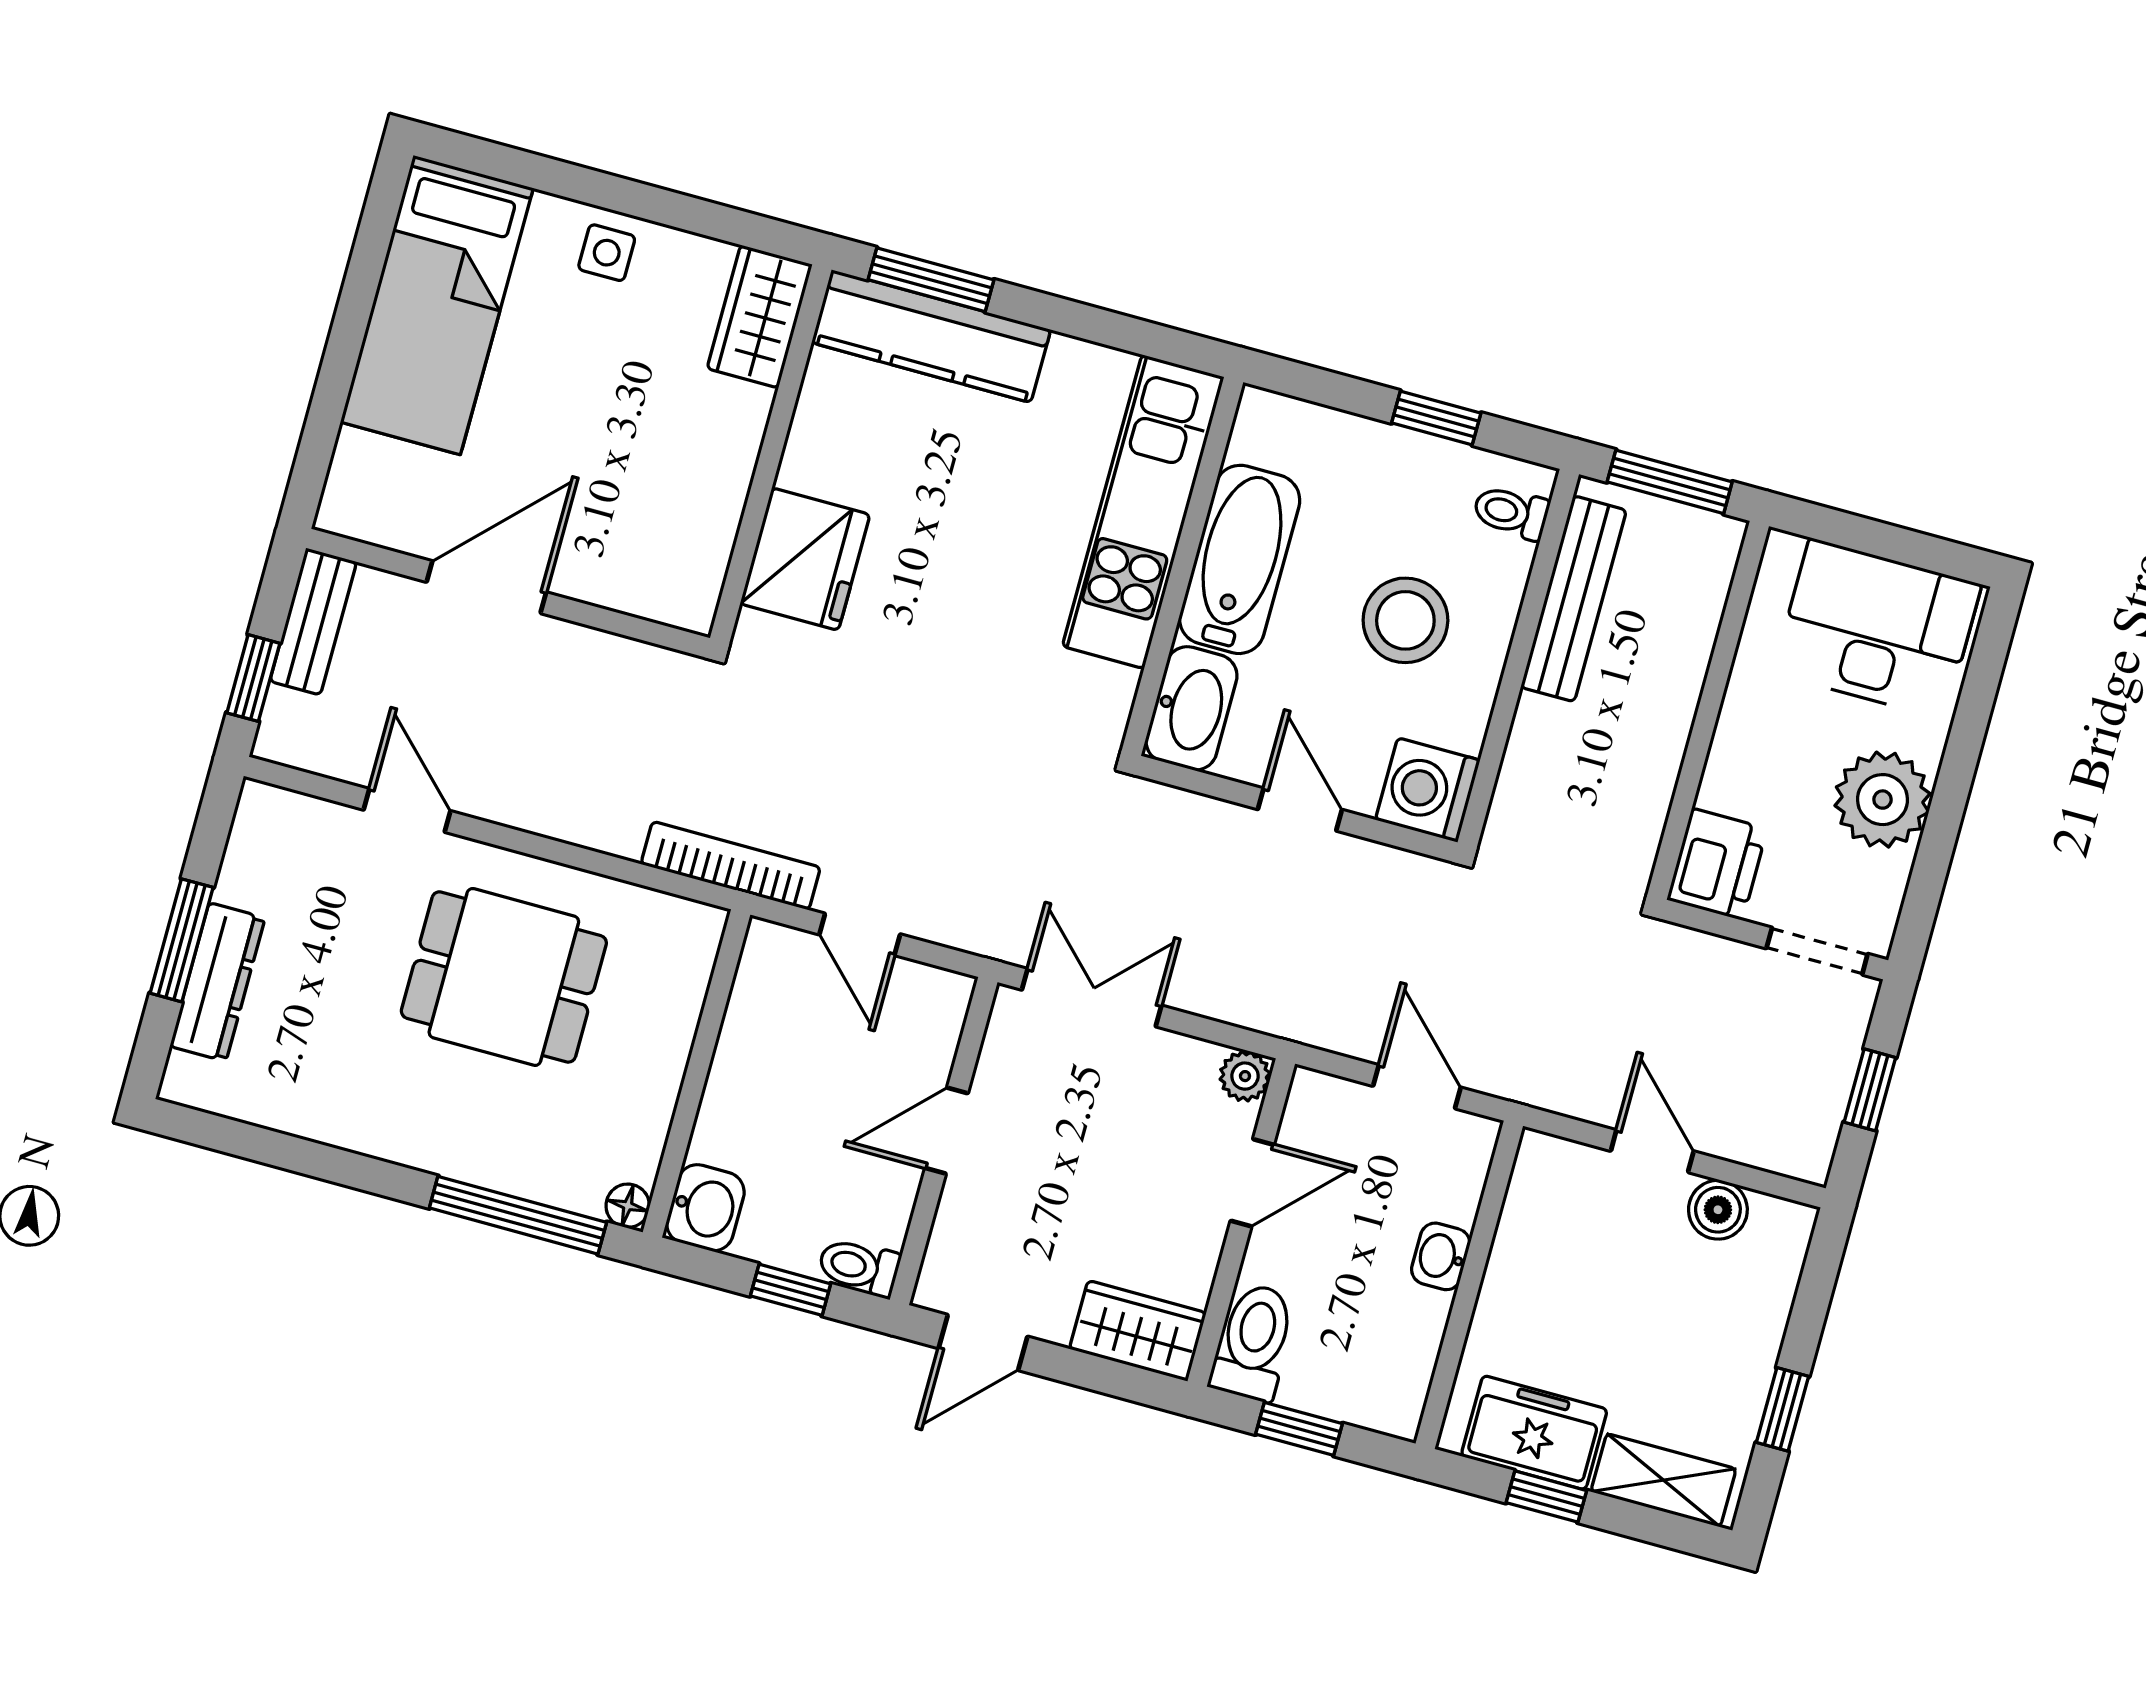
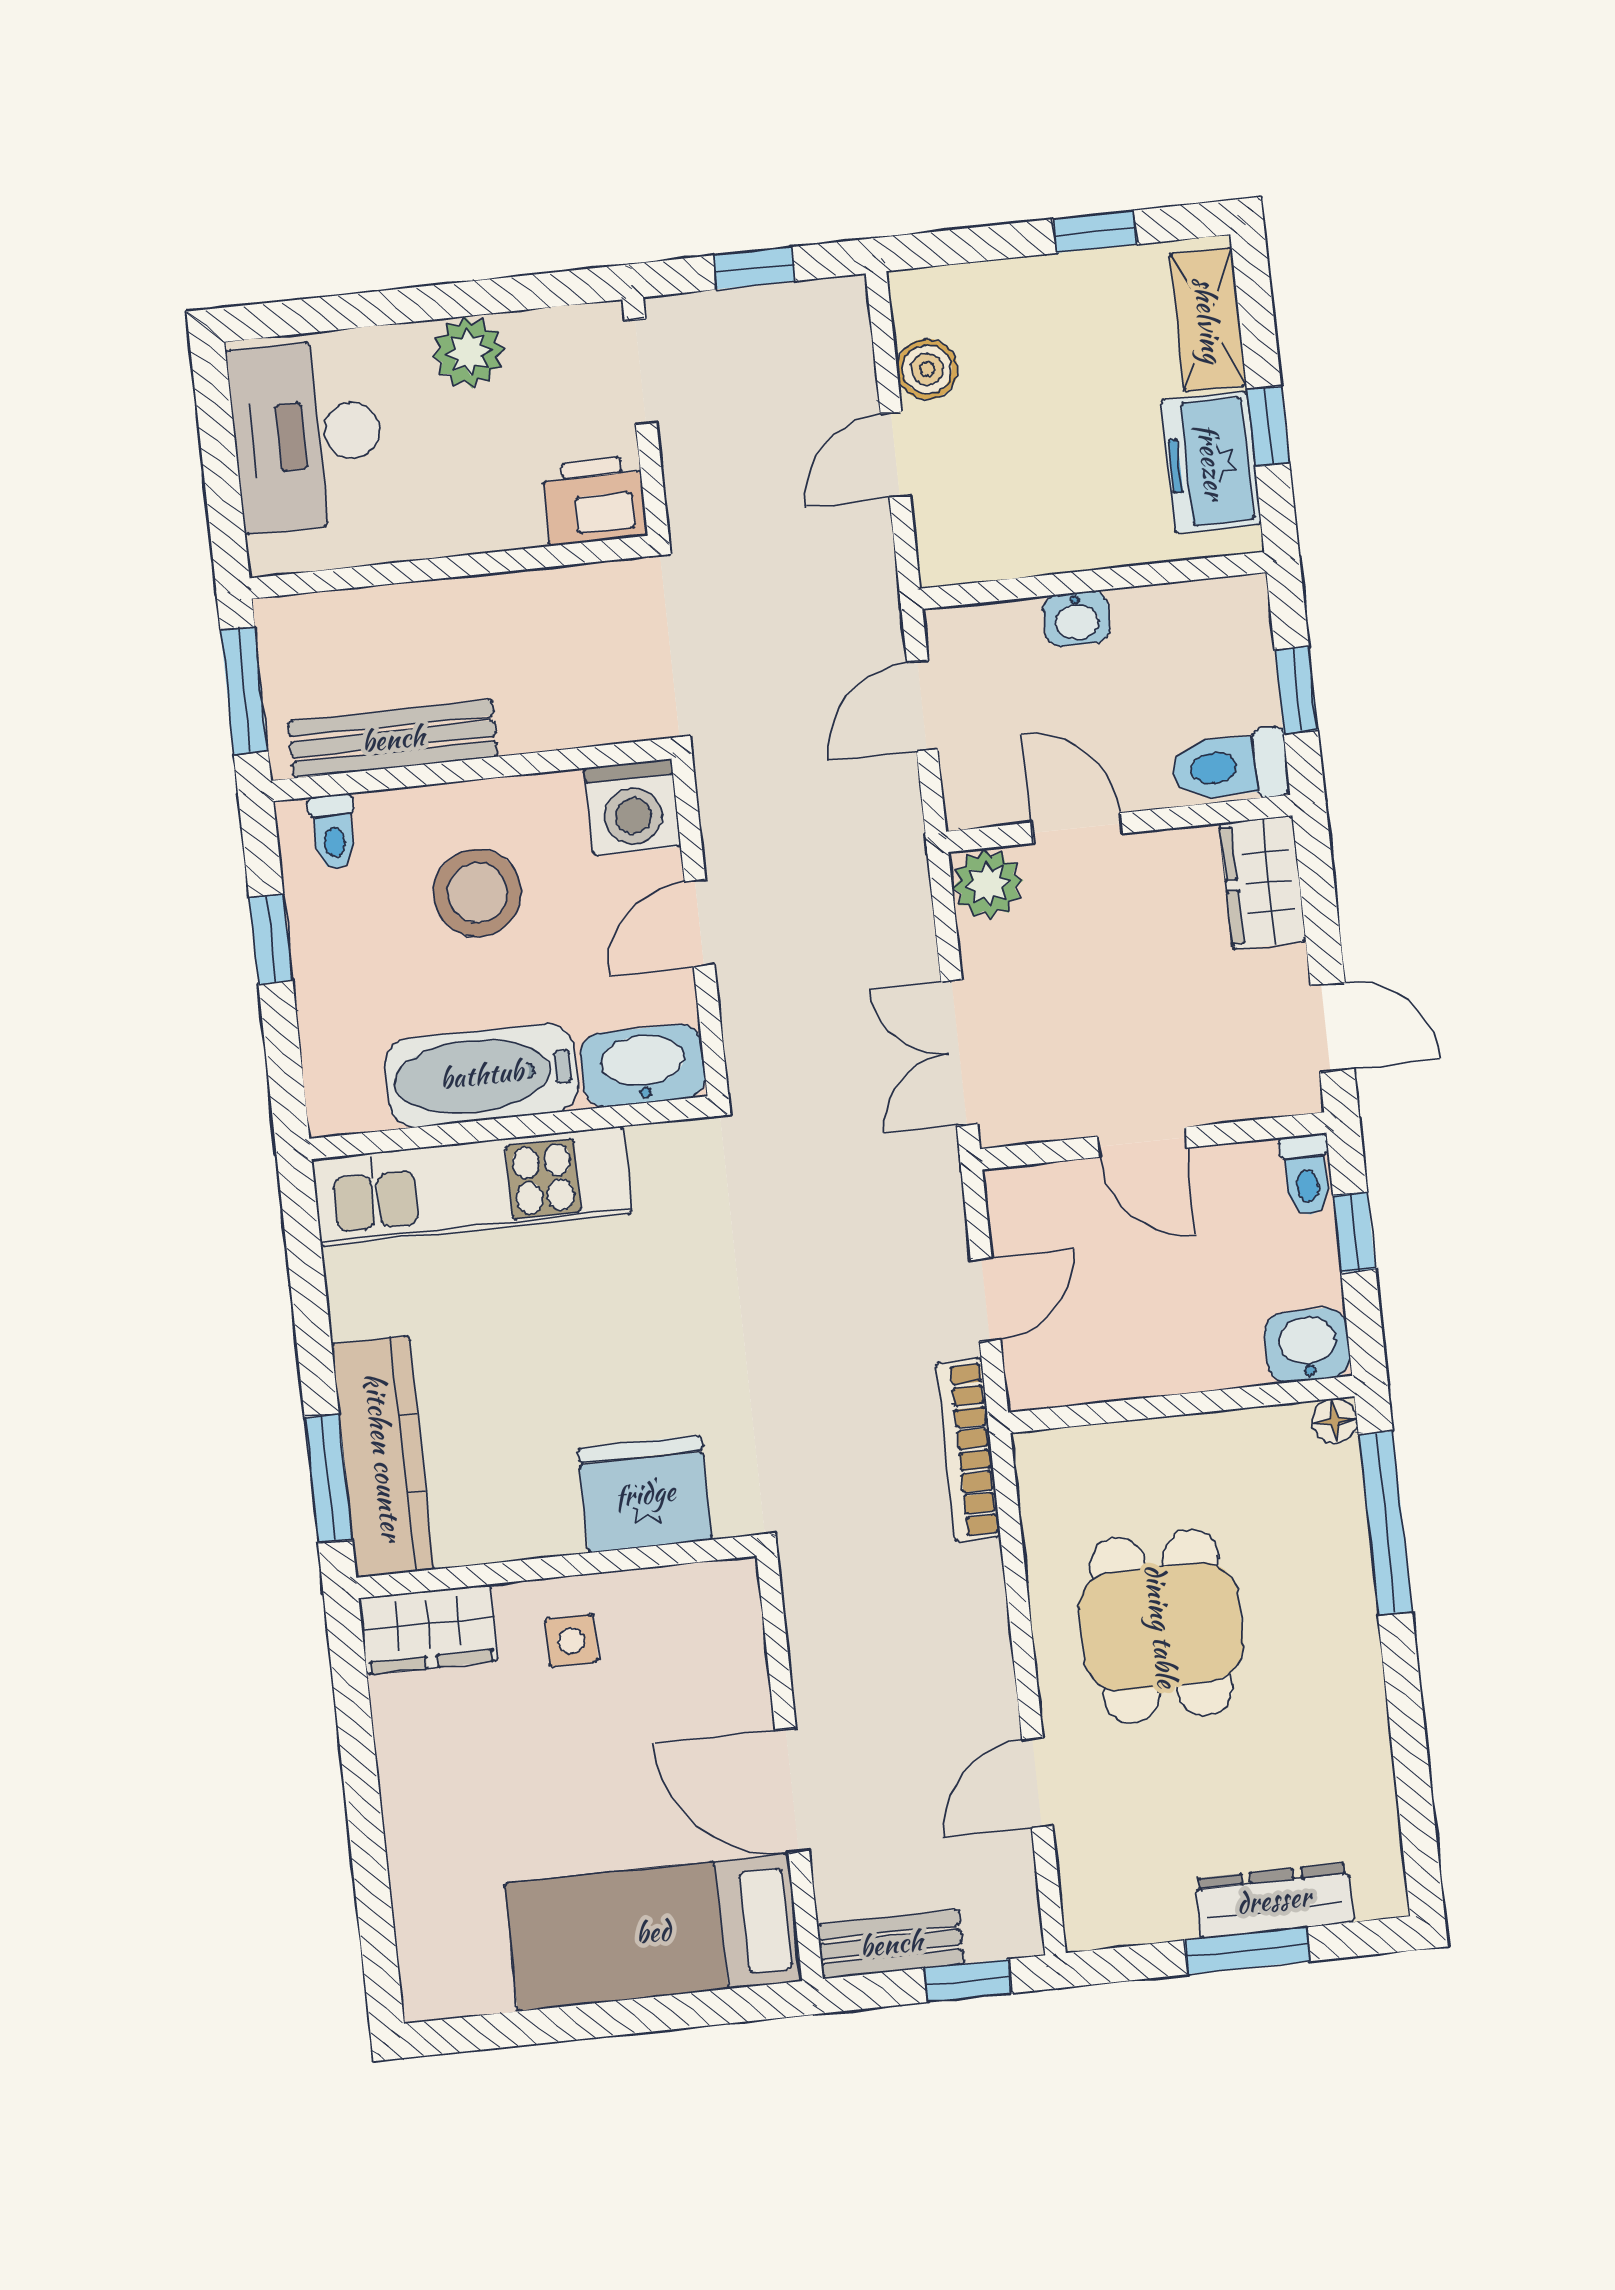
side table: (607, 253) -> (571, 1641), moved
bed: (437, 305) -> (653, 1932), moved, turned 180
plant: (1882, 800) -> (468, 352), width x0.73, depth x0.73
plant: (1245, 1076) -> (988, 884), width x1.38, depth x1.38

